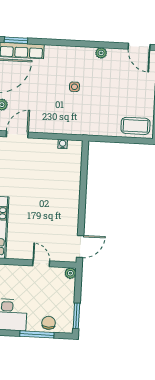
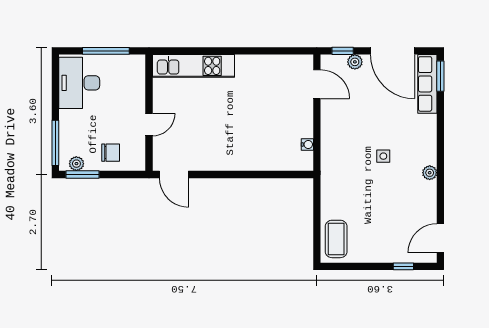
plant: (101, 53) -> (430, 173), moved
plant: (70, 273) -> (76, 164), moved
chair: (49, 323) -> (111, 153), moved
window: (37, 334) -> (55, 143), moved

